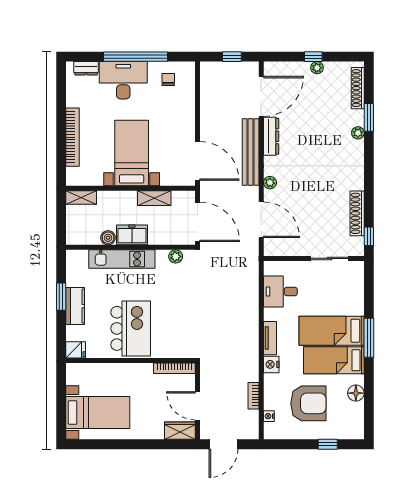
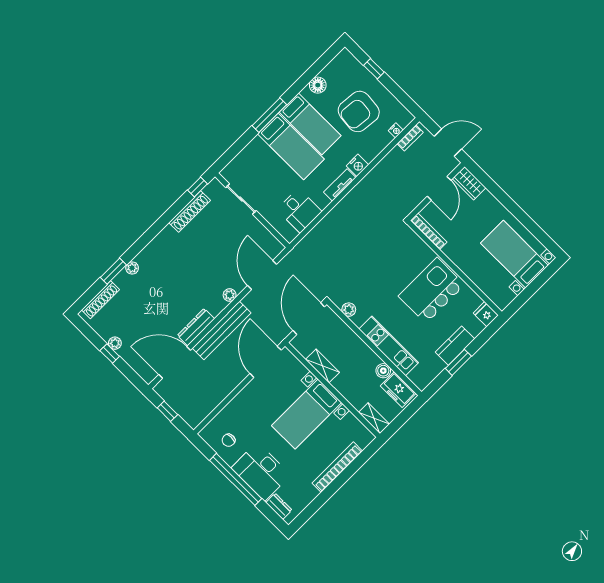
freezer: (132, 235) -> (398, 390), moved
bookcase: (253, 396) -> (410, 138), moved
armchair: (308, 403) -> (359, 111), turned -84

